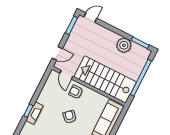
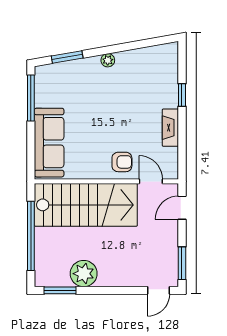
fireplace: (34, 113) -> (170, 128), moved
armchair: (70, 117) -> (112, 118), removed

